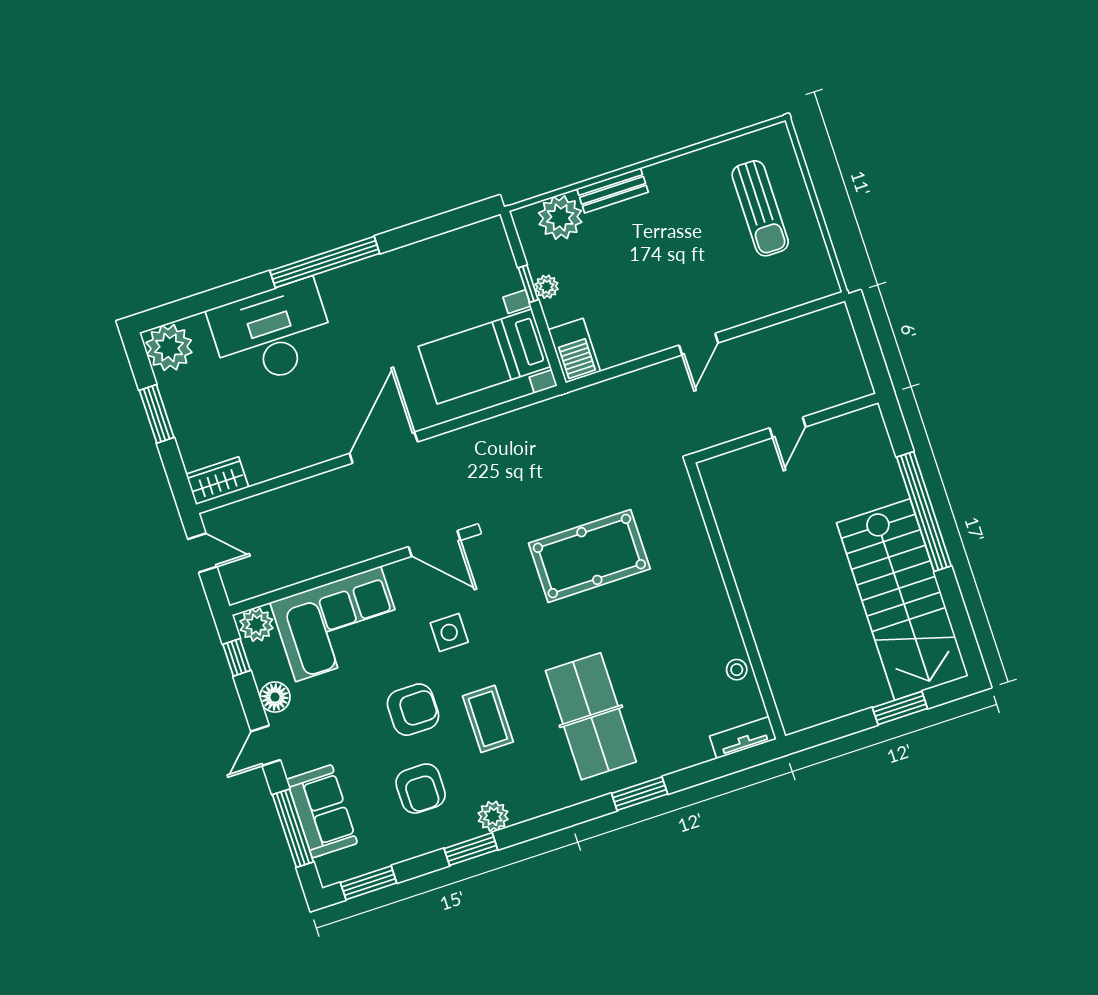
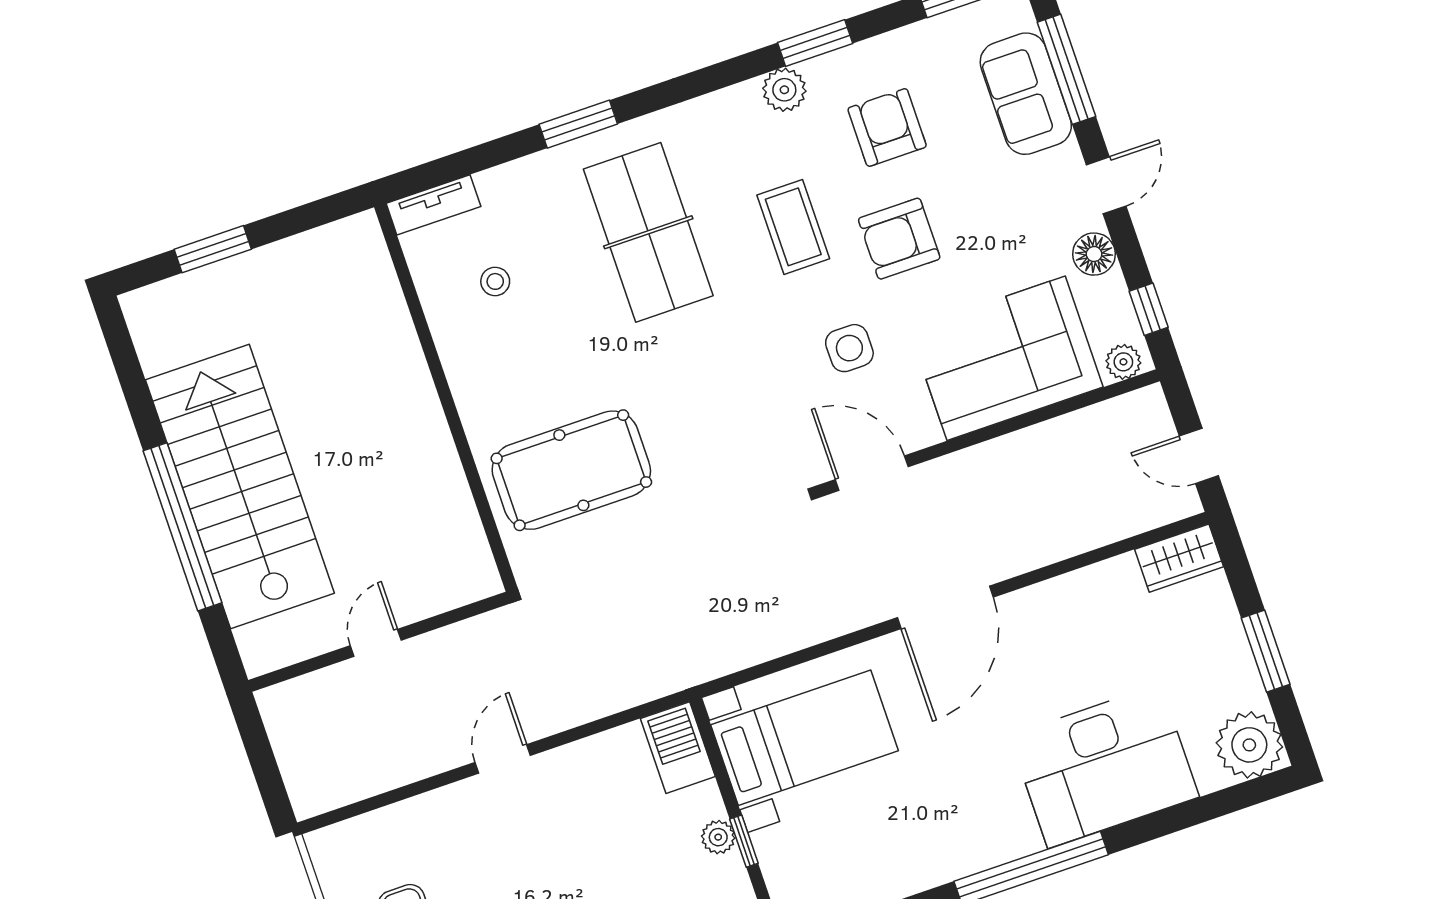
pool table: (589, 556) -> (571, 470), moved
stairs: (902, 599) -> (240, 486), moved
plant: (256, 625) -> (1123, 362), width x0.73, depth x0.73
stool: (737, 670) -> (495, 281), moved

